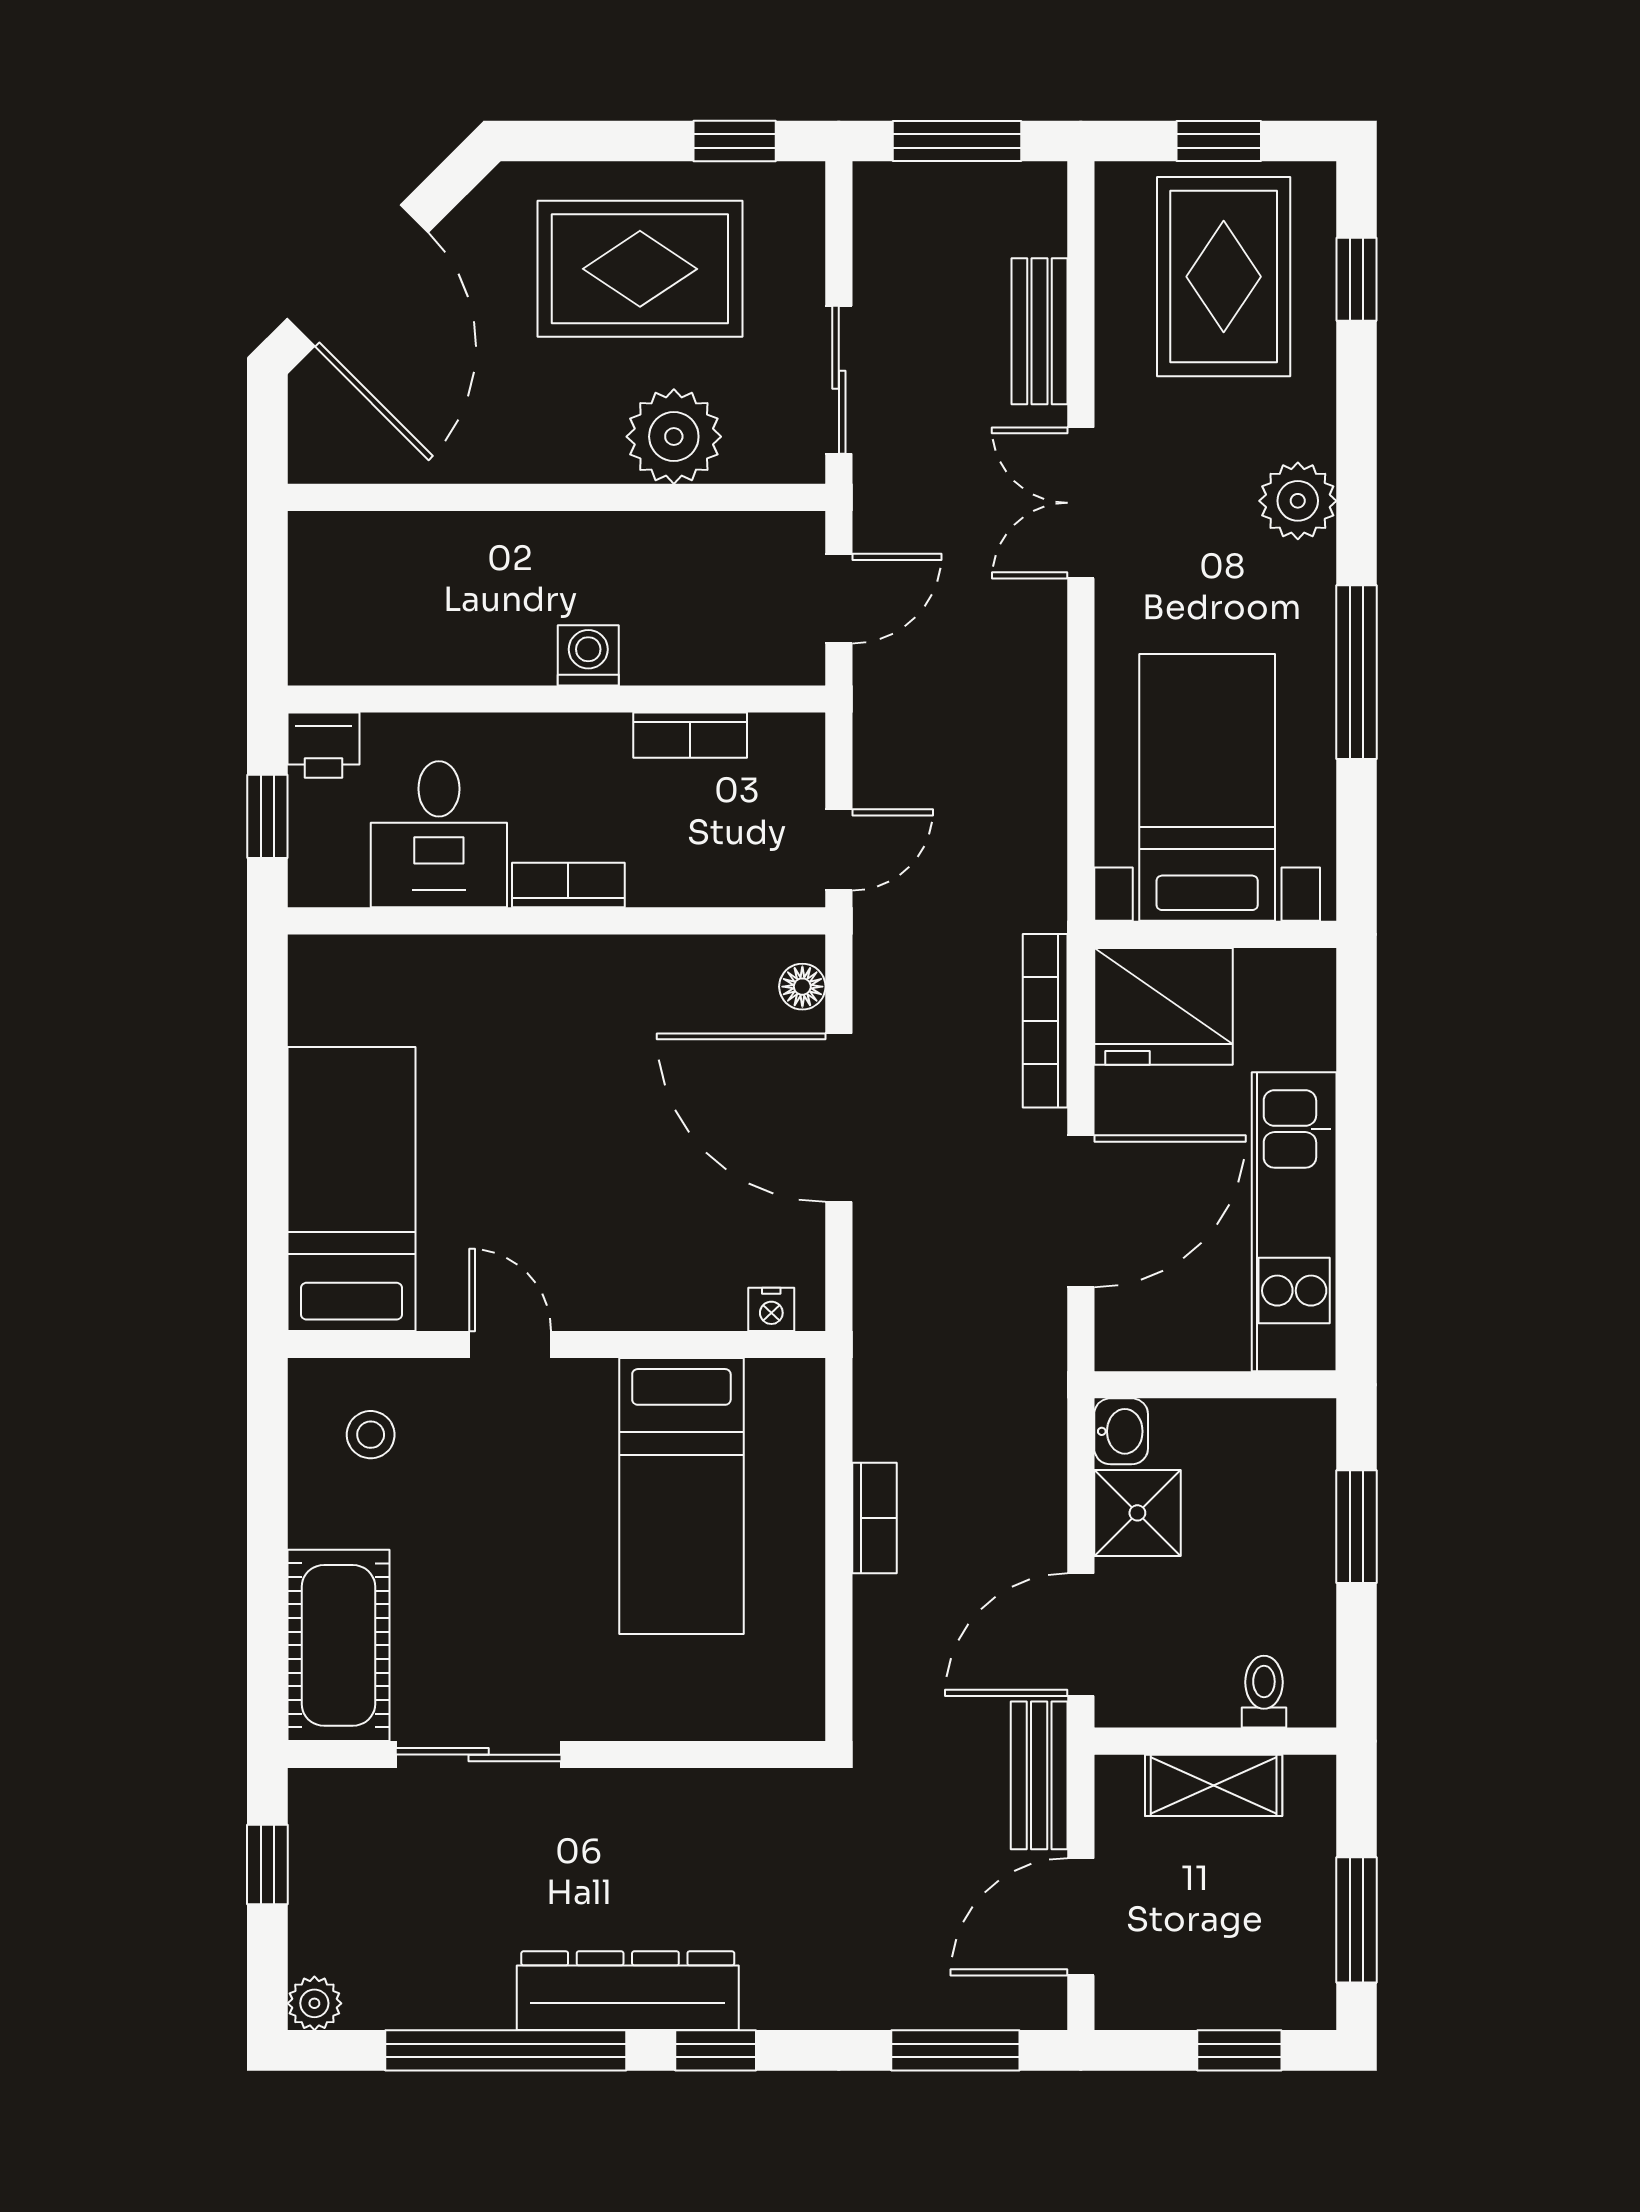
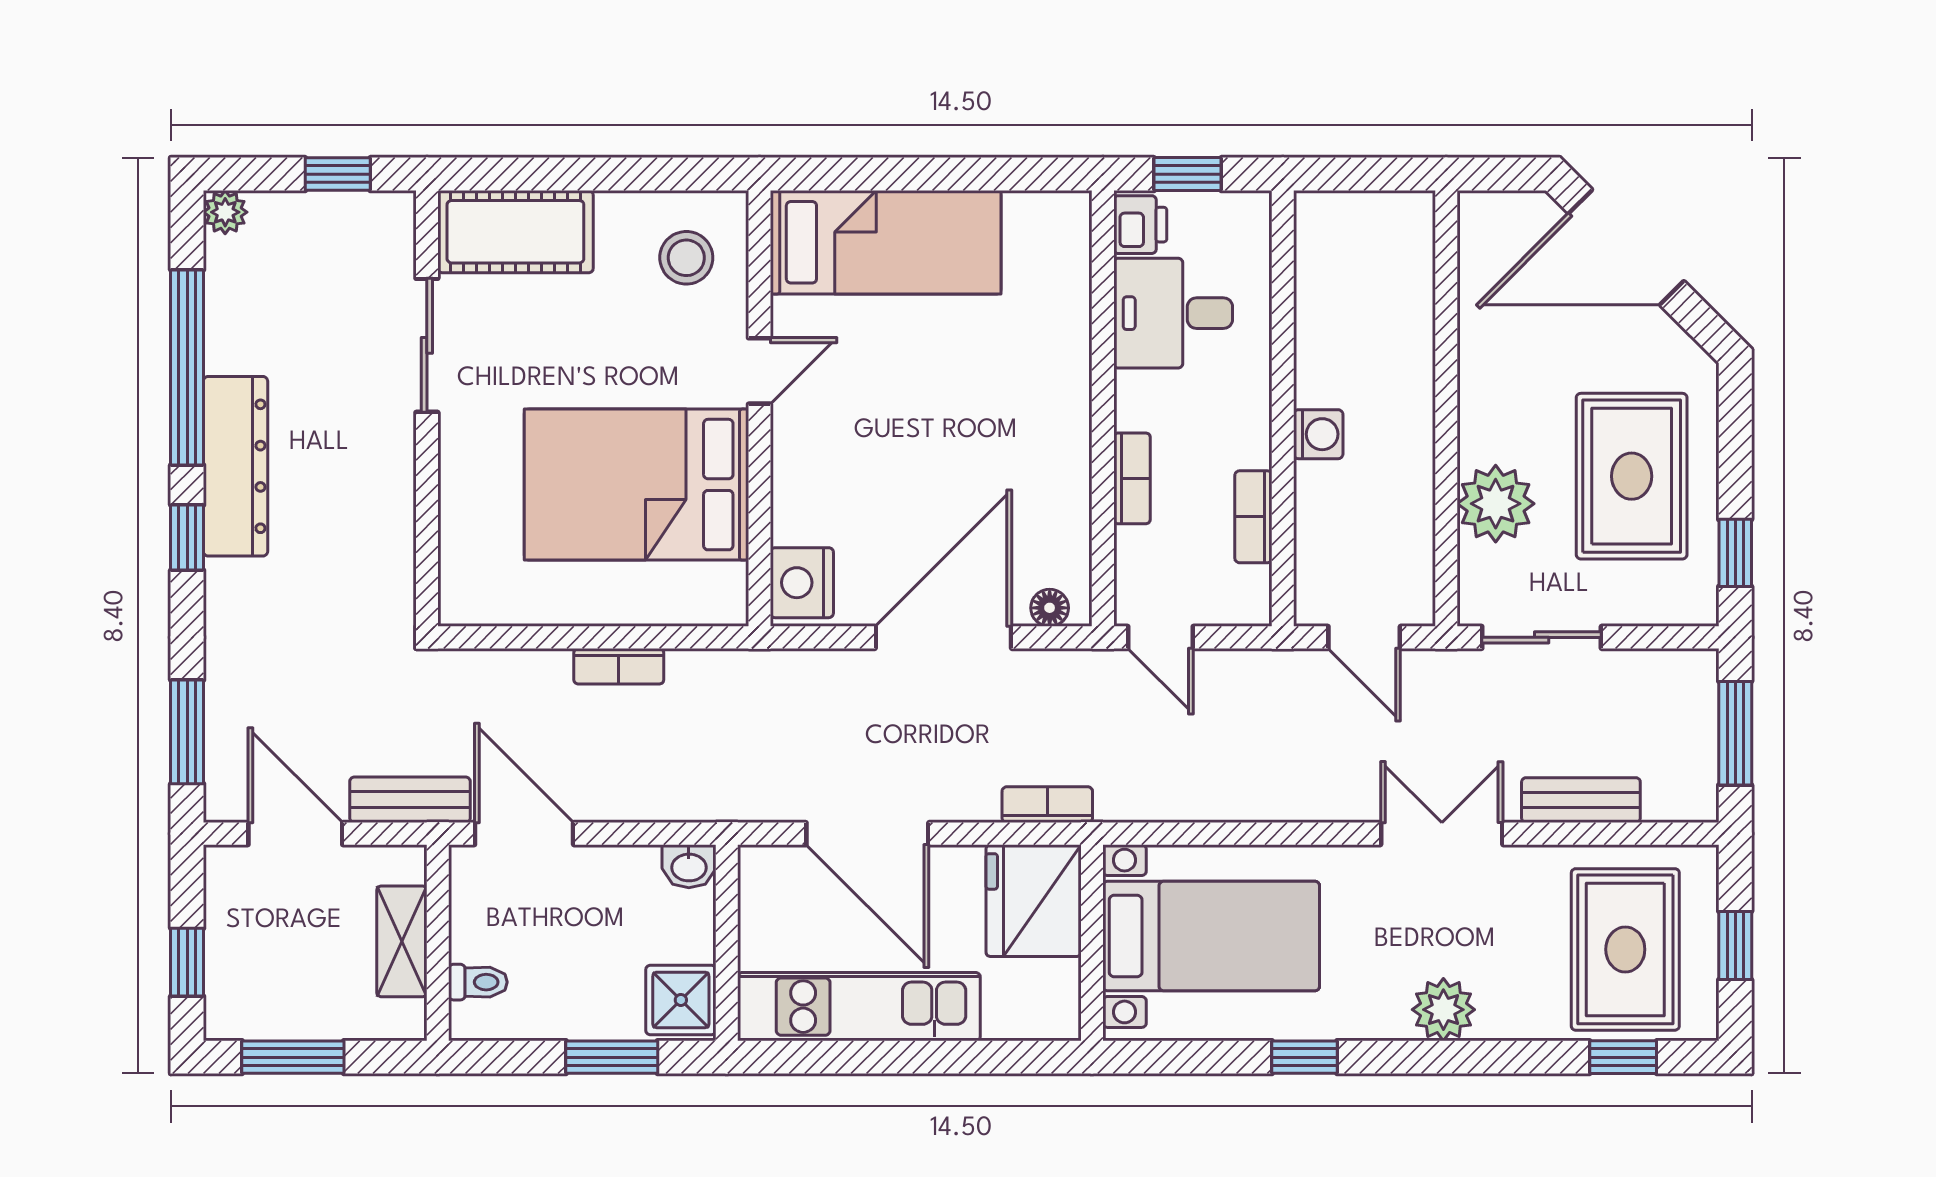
rug: (1224, 277) -> (1625, 949), turned 90
window: (1356, 672) -> (1305, 1057), width x0.46
printer: (323, 745) -> (1140, 225), moved, turned 180
bookcase: (568, 885) -> (1132, 478), moved
bookcase: (1045, 1021) -> (1047, 805), width x0.64
nightstand: (771, 1309) -> (802, 583), width x1.89, depth x1.79
stool: (371, 1435) -> (686, 258), width x1.37, depth x1.37
bed: (681, 1496) -> (637, 485), width x1.50
shower: (1137, 1513) -> (681, 1000), moved

